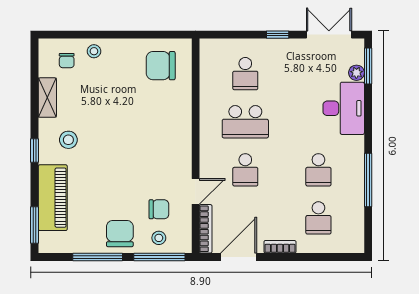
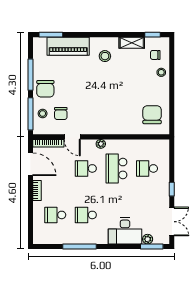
plant: (207, 146) -> (101, 144), added
window: (35, 151) -> (153, 35), moved
chair: (120, 234) -> (45, 89), turned 90

